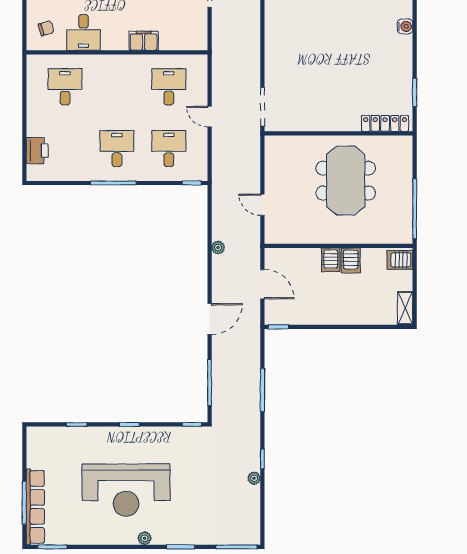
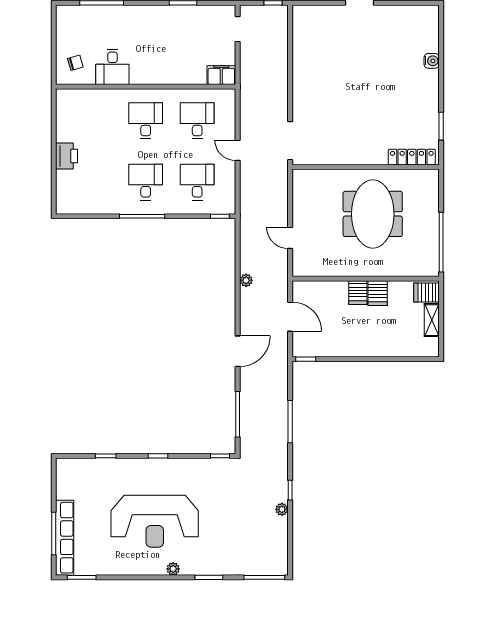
filing cabinet: (144, 41) -> (221, 75), moved
desk: (65, 87) -> (146, 121), moved
printer: (37, 151) -> (67, 156), moved
shelving: (405, 308) -> (432, 320), moved

